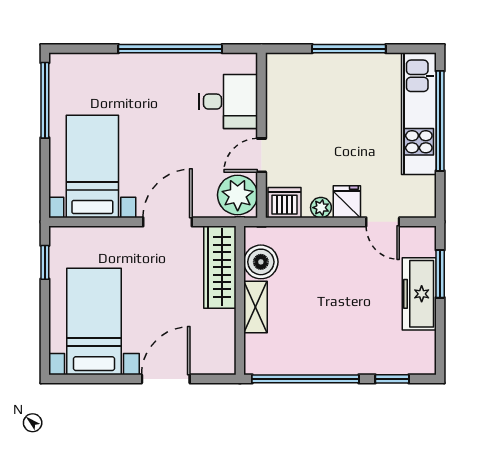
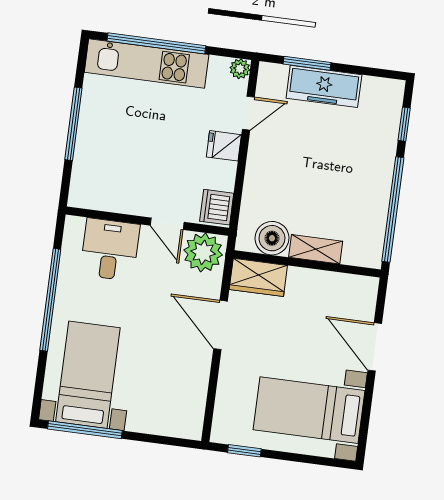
bed with nightstands: (92, 166) -> (88, 375), moved, turned 90
plant: (321, 208) -> (240, 69), moved
wardrobe: (220, 267) -> (258, 277), width x0.67

